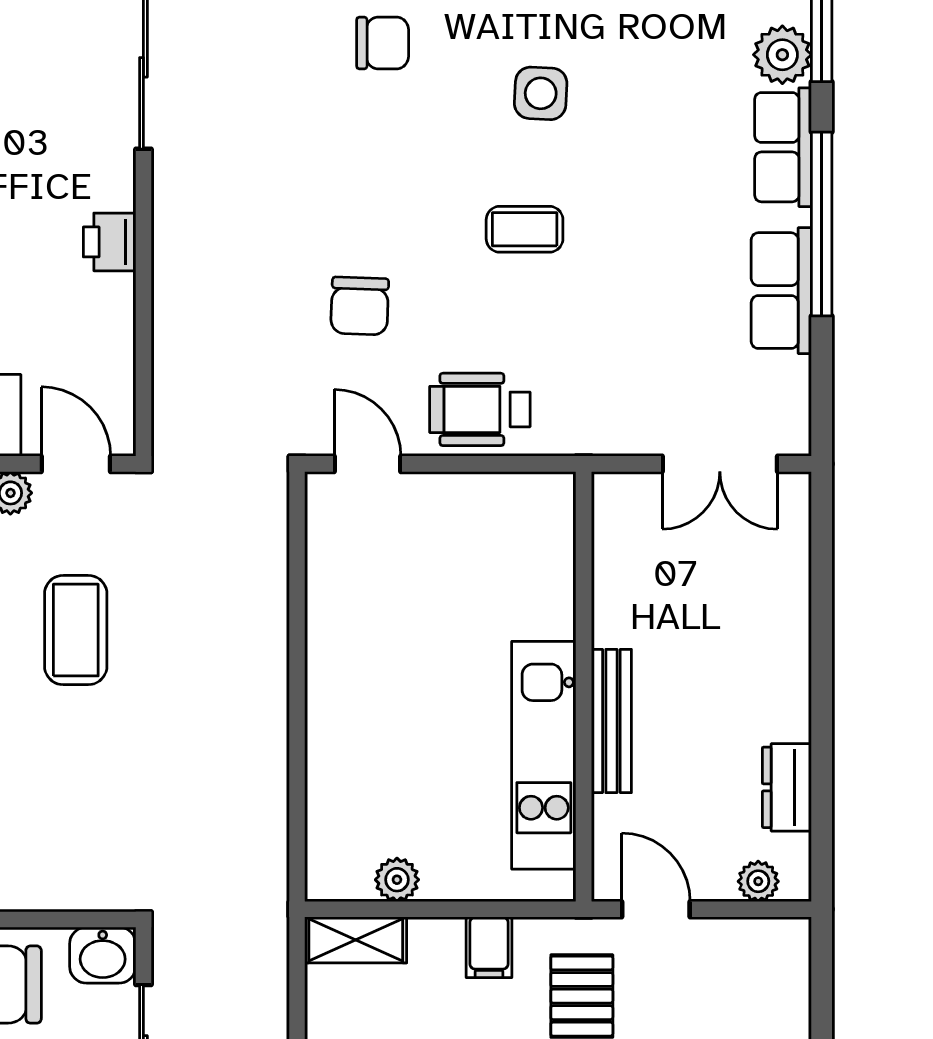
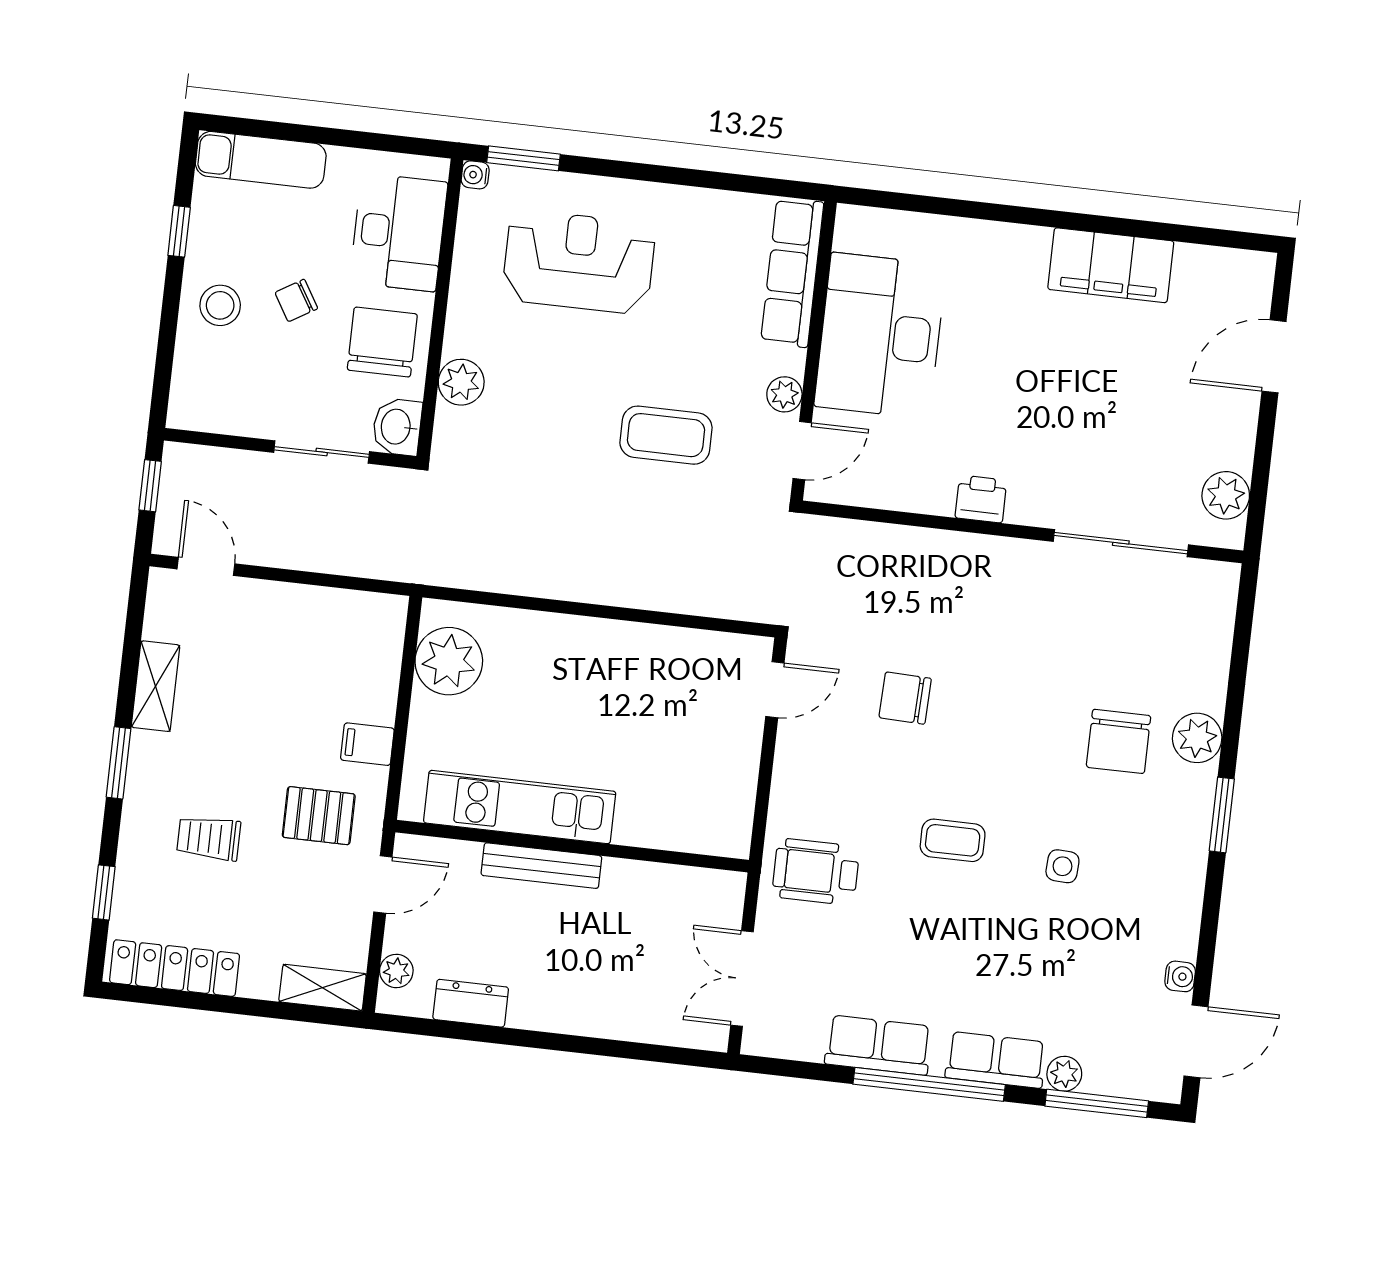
chair: (383, 43) -> (1118, 741), width x1.37, depth x1.37
plant: (782, 55) -> (1064, 1074), width x0.73, depth x0.73
side table: (541, 93) -> (1062, 866), width x0.73, depth x0.73
coffee table: (525, 229) -> (953, 840), turned 90
wheelchair: (480, 409) -> (816, 872), moved, turned -90
plant: (397, 880) -> (449, 661), width x1.87, depth x1.87
plant: (40, 884) -> (461, 382), added
shelving: (356, 940) -> (323, 988), moved, turned 90

